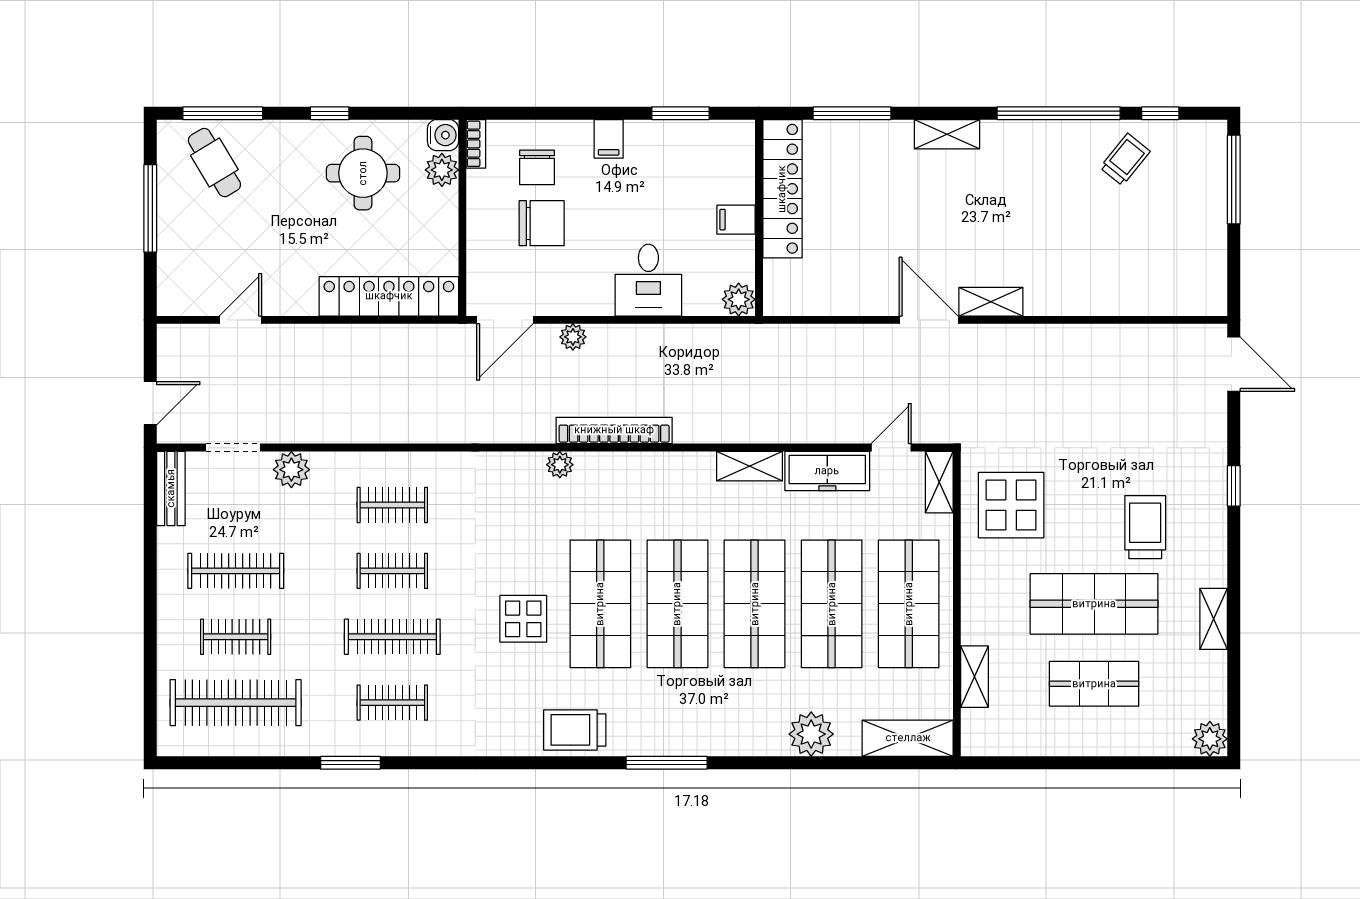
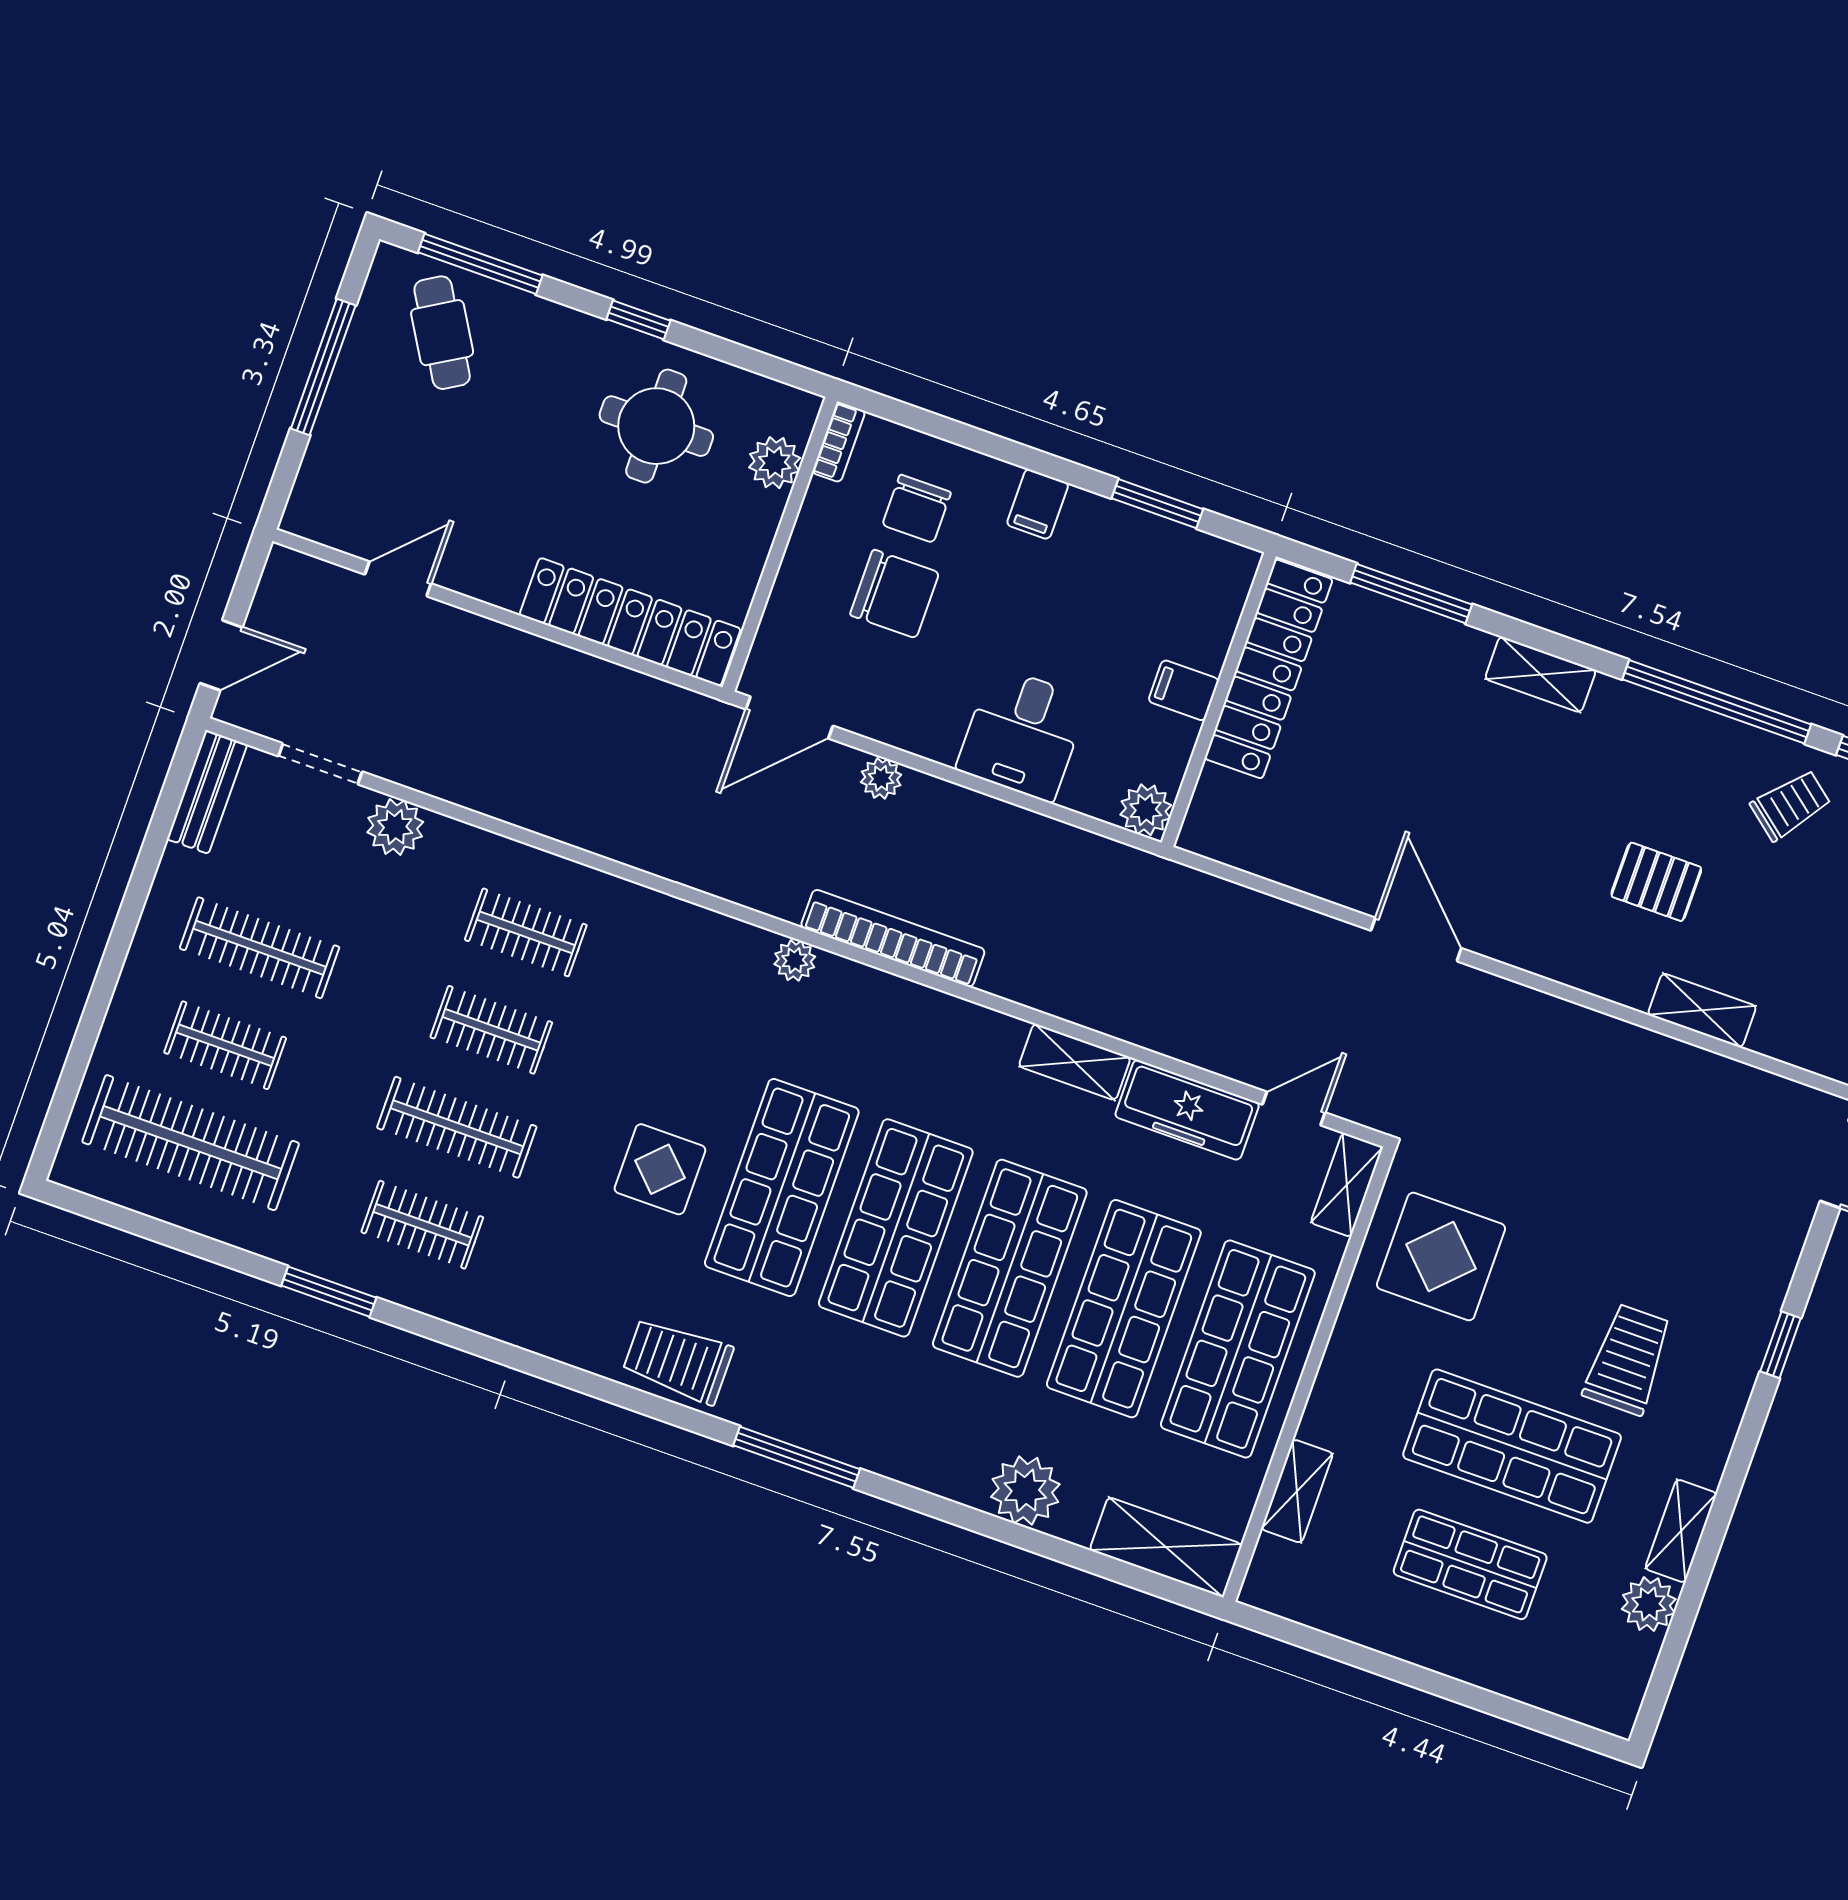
water cooler: (443, 135) -> (795, 412), removed
pallet: (1061, 234) -> (1656, 882), added
shelving: (991, 302) -> (1702, 1010), moved
plant: (1210, 739) -> (1649, 1604), moved

